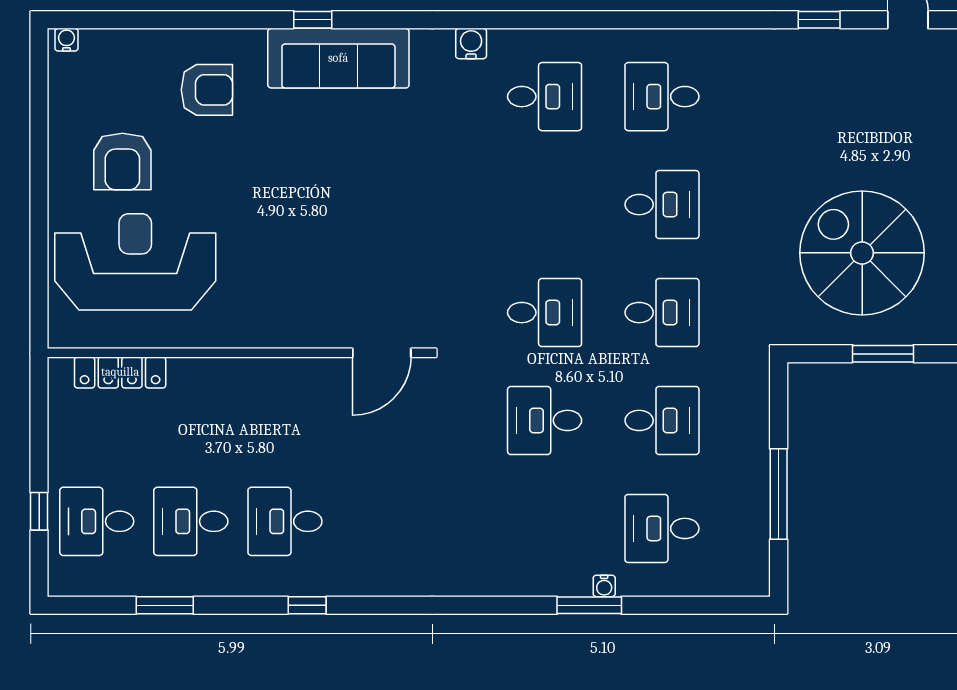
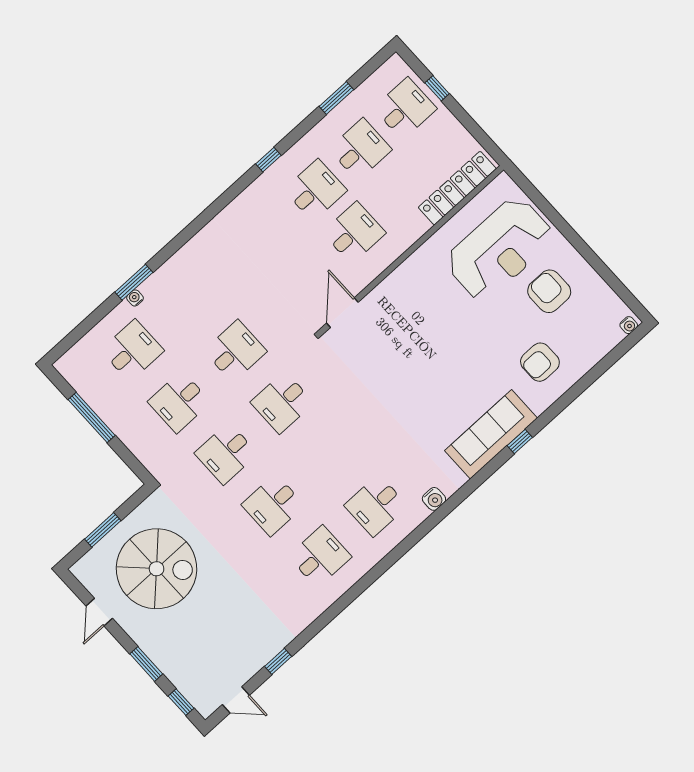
locker: (120, 372) -> (457, 188), width x1.41, depth x1.21
desk: (285, 432) -> (354, 233), added

